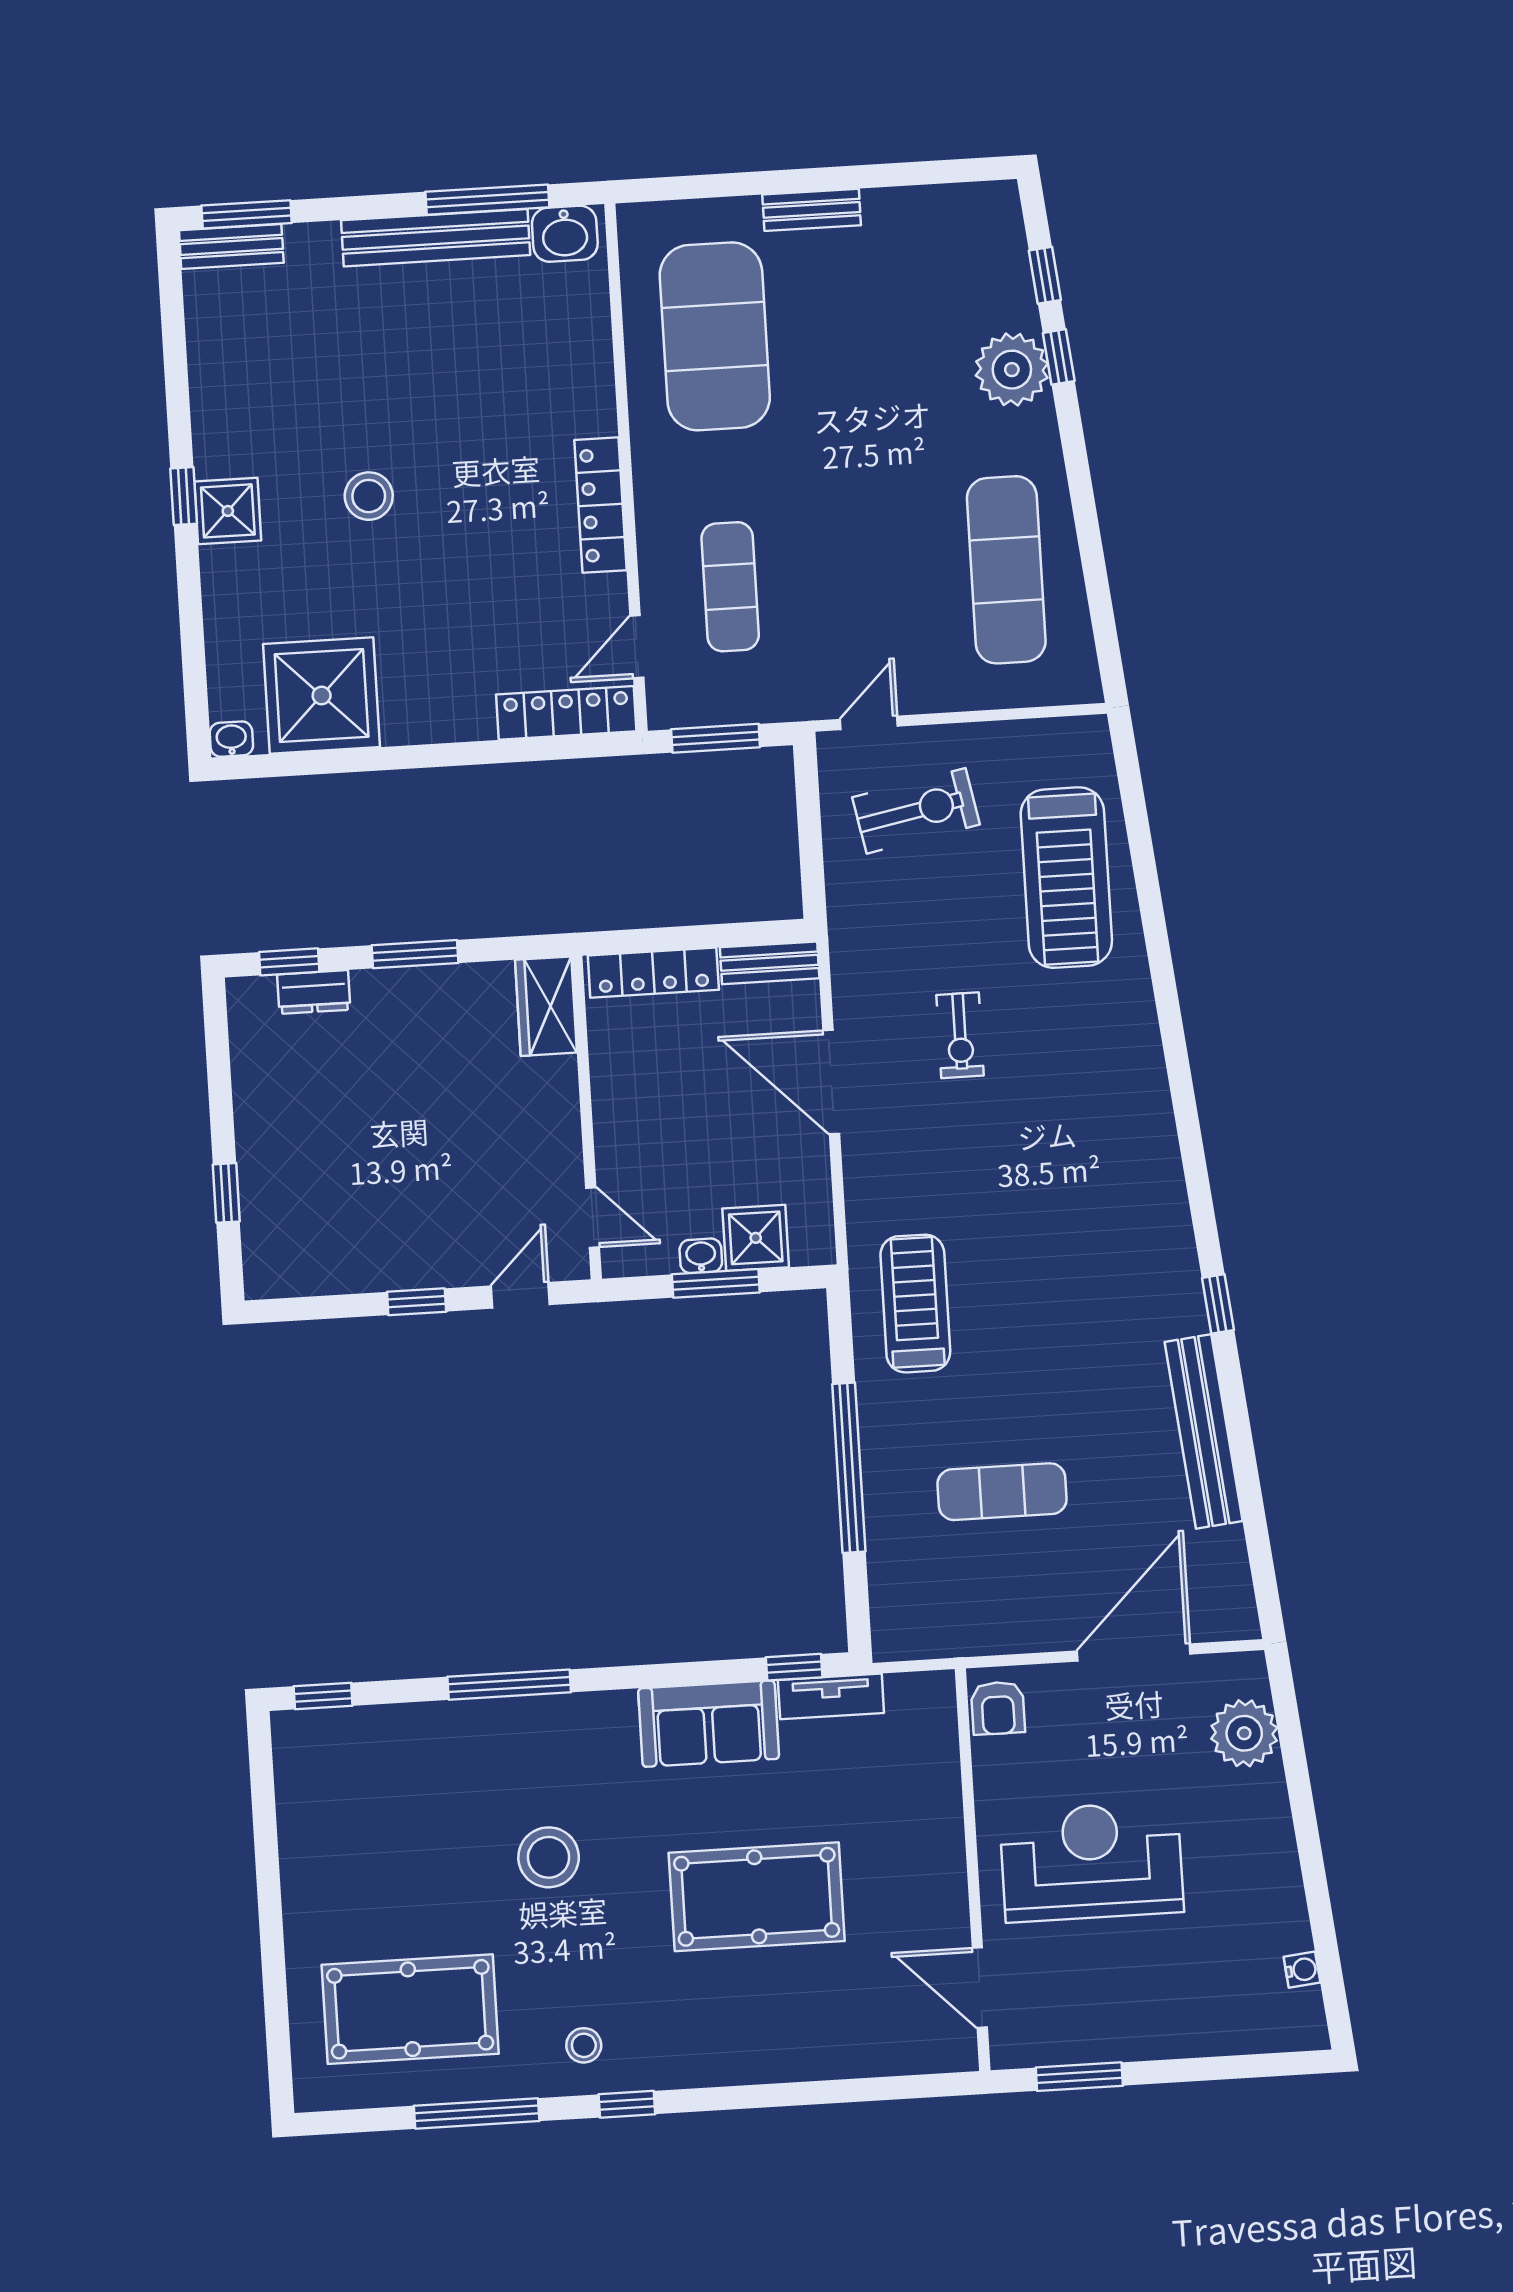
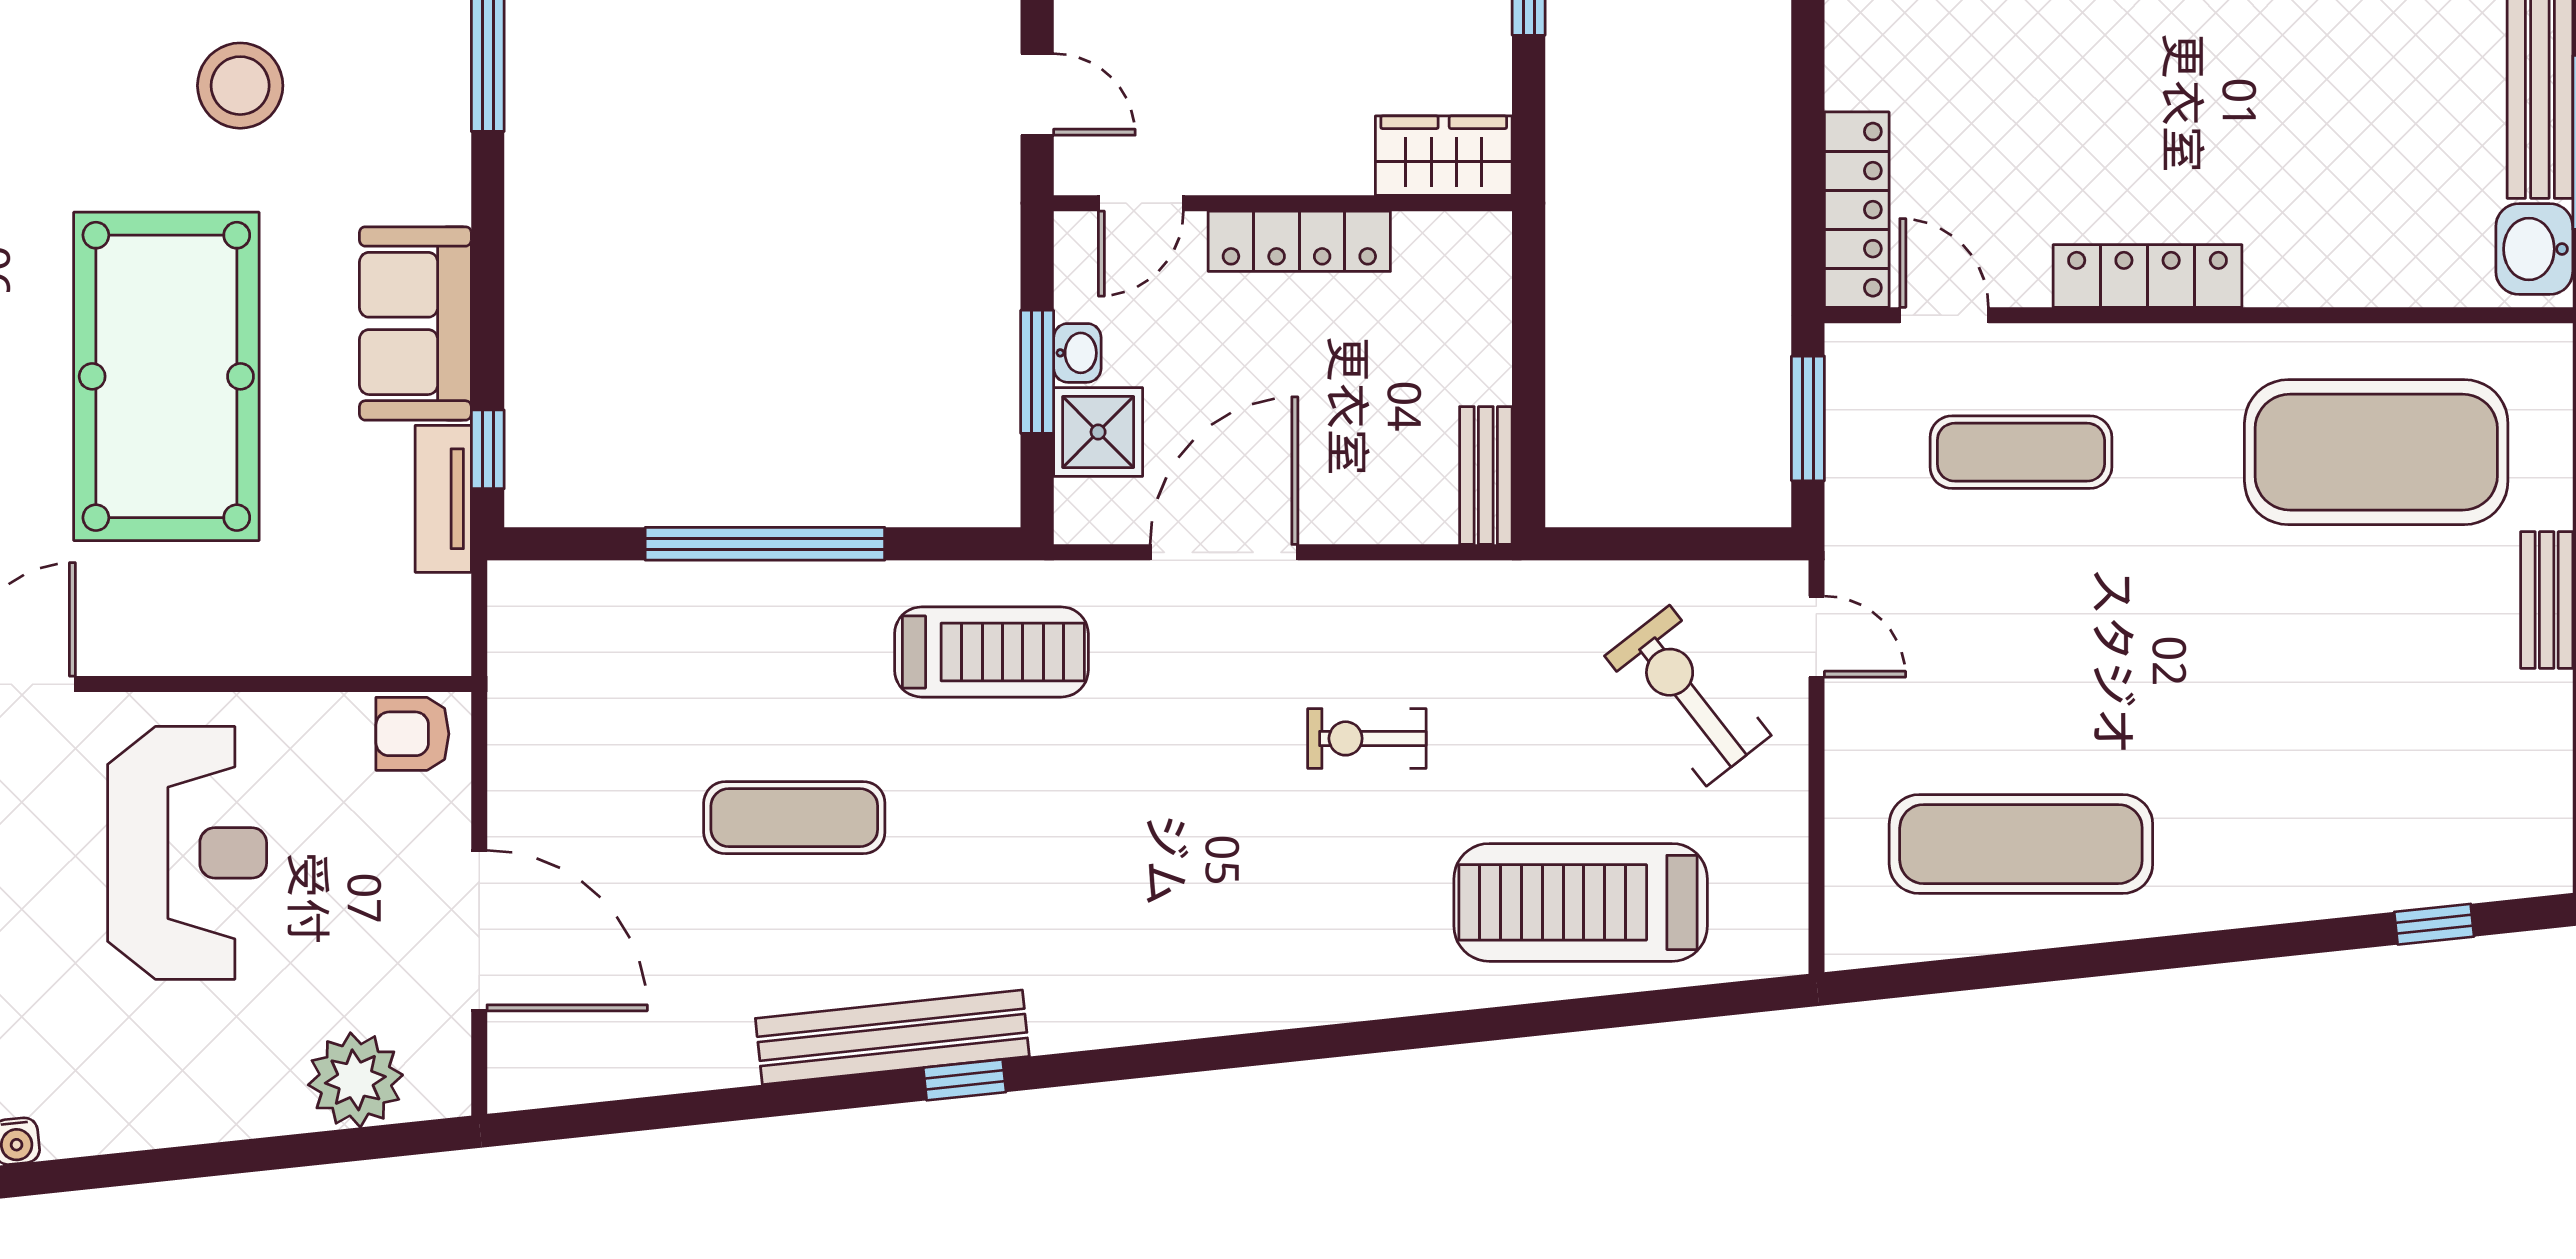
window: (1059, 357) -> (2317, 937), removed
plant: (1012, 370) -> (2304, 869), removed
exercise bike: (916, 811) -> (1688, 696), turned 153
locker: (653, 973) -> (1299, 241), moved, turned -90
door: (831, 1082) -> (1224, 552), moved
bench: (1204, 1431) -> (892, 1037), moved
exercise mat: (1002, 1492) -> (794, 818), moved, turned 90
pool table: (757, 1897) -> (166, 376), width x1.36, depth x1.32

